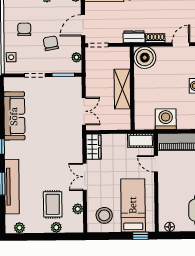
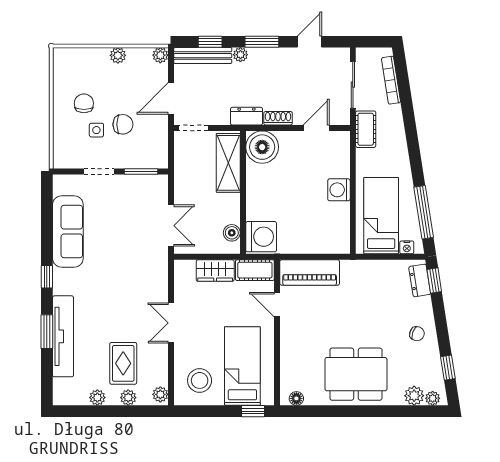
chair: (51, 43) -> (123, 124), turned 100
side table: (11, 57) -> (96, 130), moved
plant: (76, 57) -> (161, 146), removed
shelving: (122, 89) -> (228, 163), moved
boiler: (125, 116) -> (232, 233), added
washing machine: (166, 119) -> (261, 237), moved, turned 90
wardrobe: (94, 147) -> (215, 270), moved, turned 90
plant: (78, 209) -> (160, 394), moved
plant: (19, 228) -> (97, 398), moved

